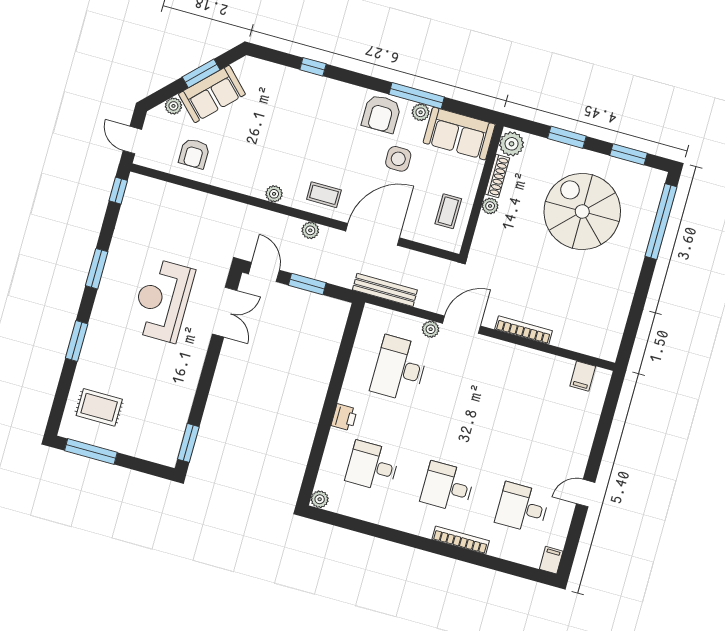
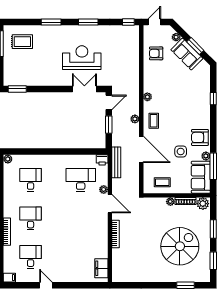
window: (417, 96) -> (213, 166), moved
window: (661, 222) -> (185, 285), width x0.47
double door: (225, 312) -> (84, 89), swing flipped
filing cabinet: (583, 376) -> (101, 268), width x2.00
rug: (99, 407) -> (22, 42), turned 90
printer: (344, 417) -> (102, 160), moved

